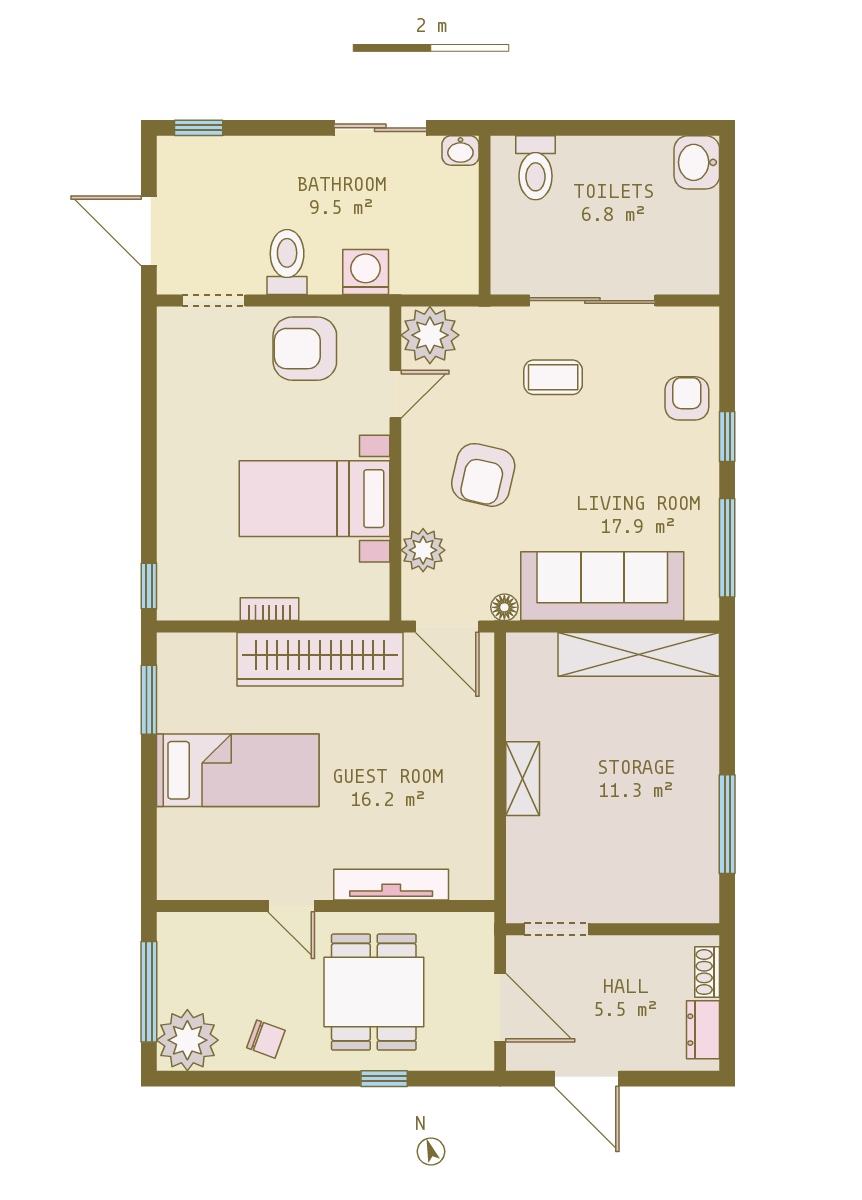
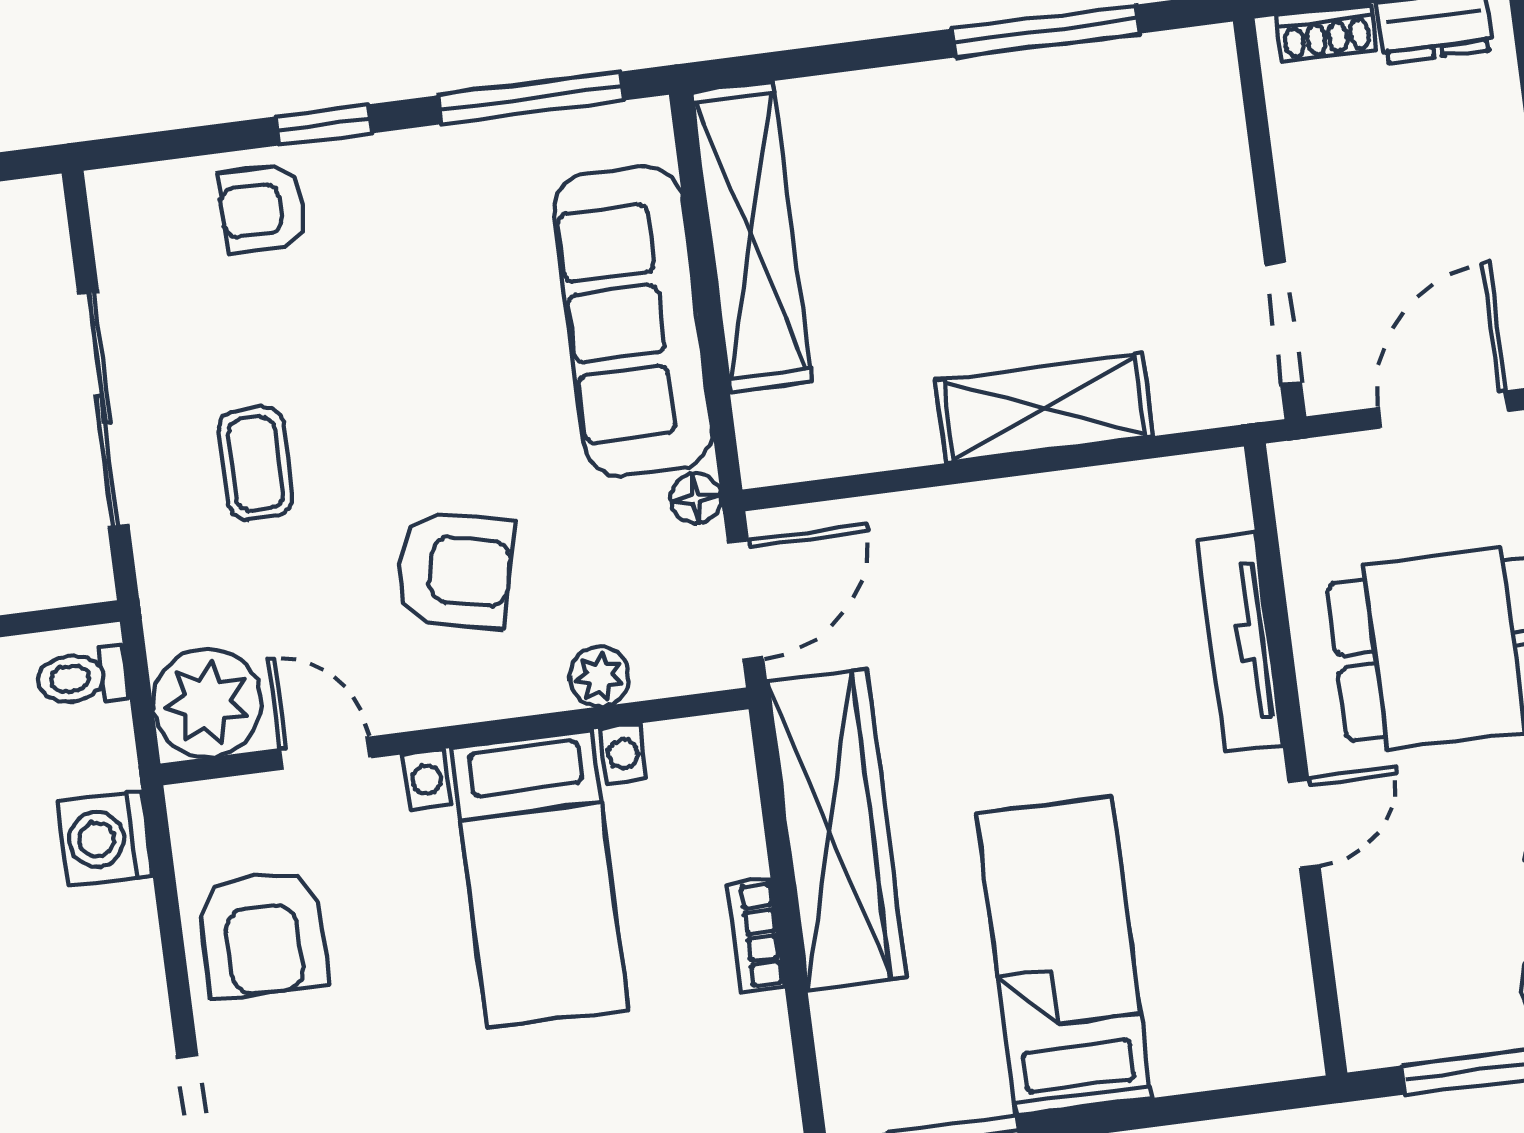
toilet: (287, 262) -> (82, 677), moved, width x0.73, depth x0.72
plant: (423, 550) -> (600, 676), width x0.73, depth x0.73
shelving: (523, 779) -> (1044, 408), width x1.50, depth x1.33

